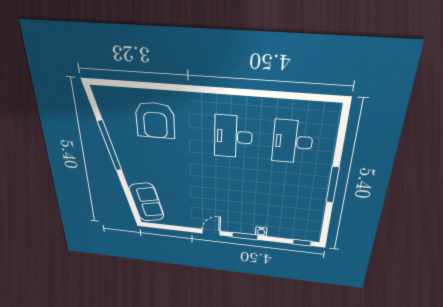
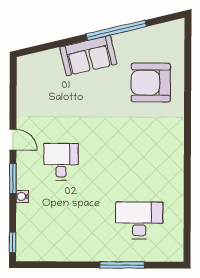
desk: (233, 137) -> (61, 162), moved, width x0.73
window: (333, 185) -> (122, 265), moved
sofa: (147, 202) -> (88, 56), moved

